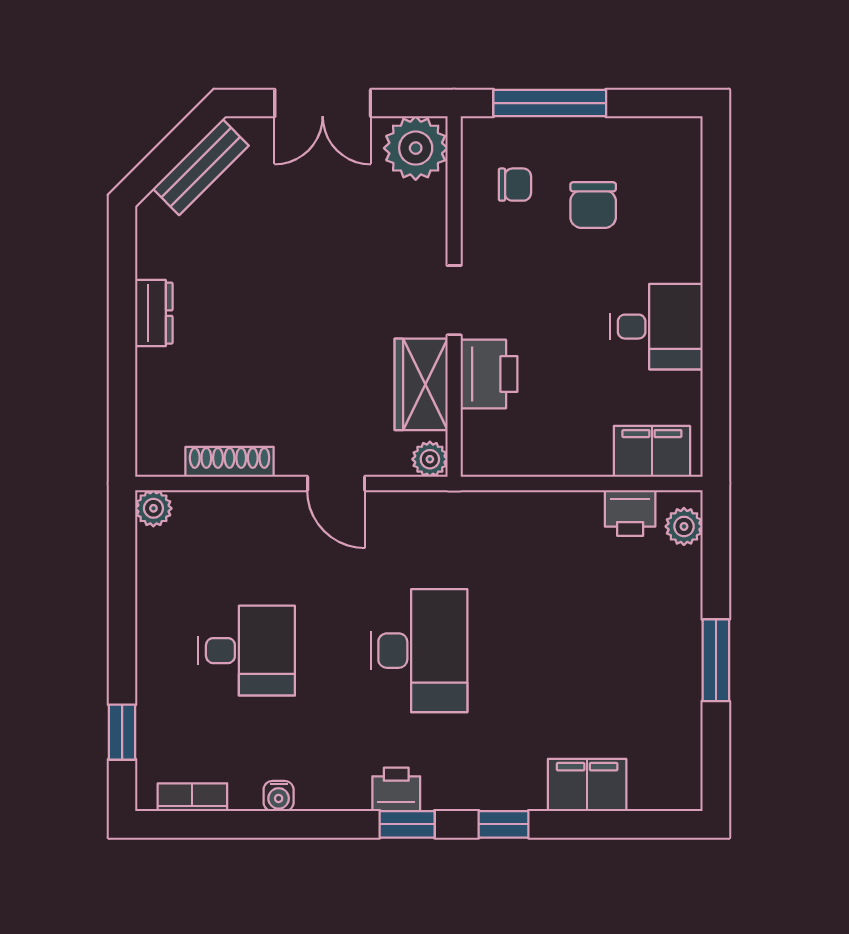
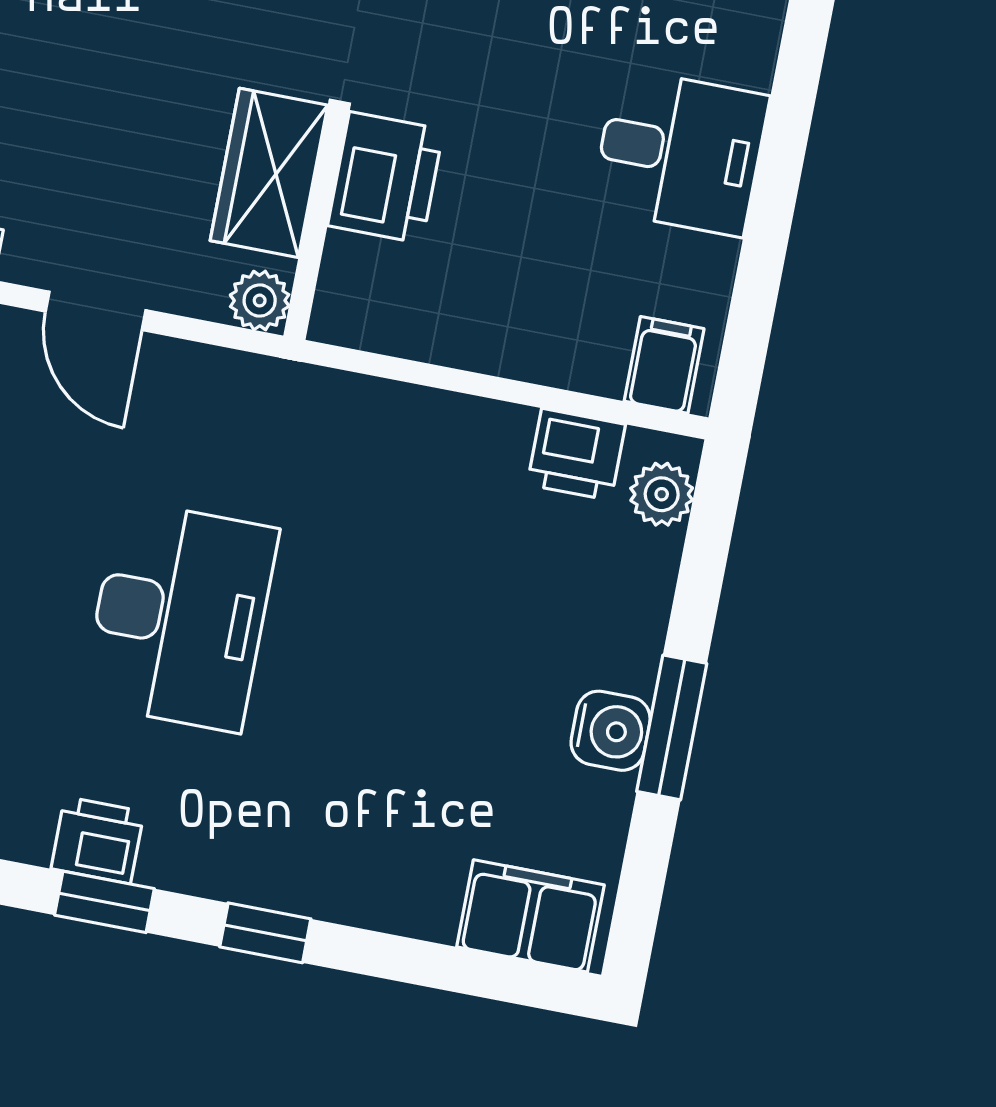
filing cabinet: (652, 451) -> (664, 365), width x0.50
water cooler: (681, 669) -> (611, 731), added
filing cabinet: (587, 785) -> (530, 916), moved

